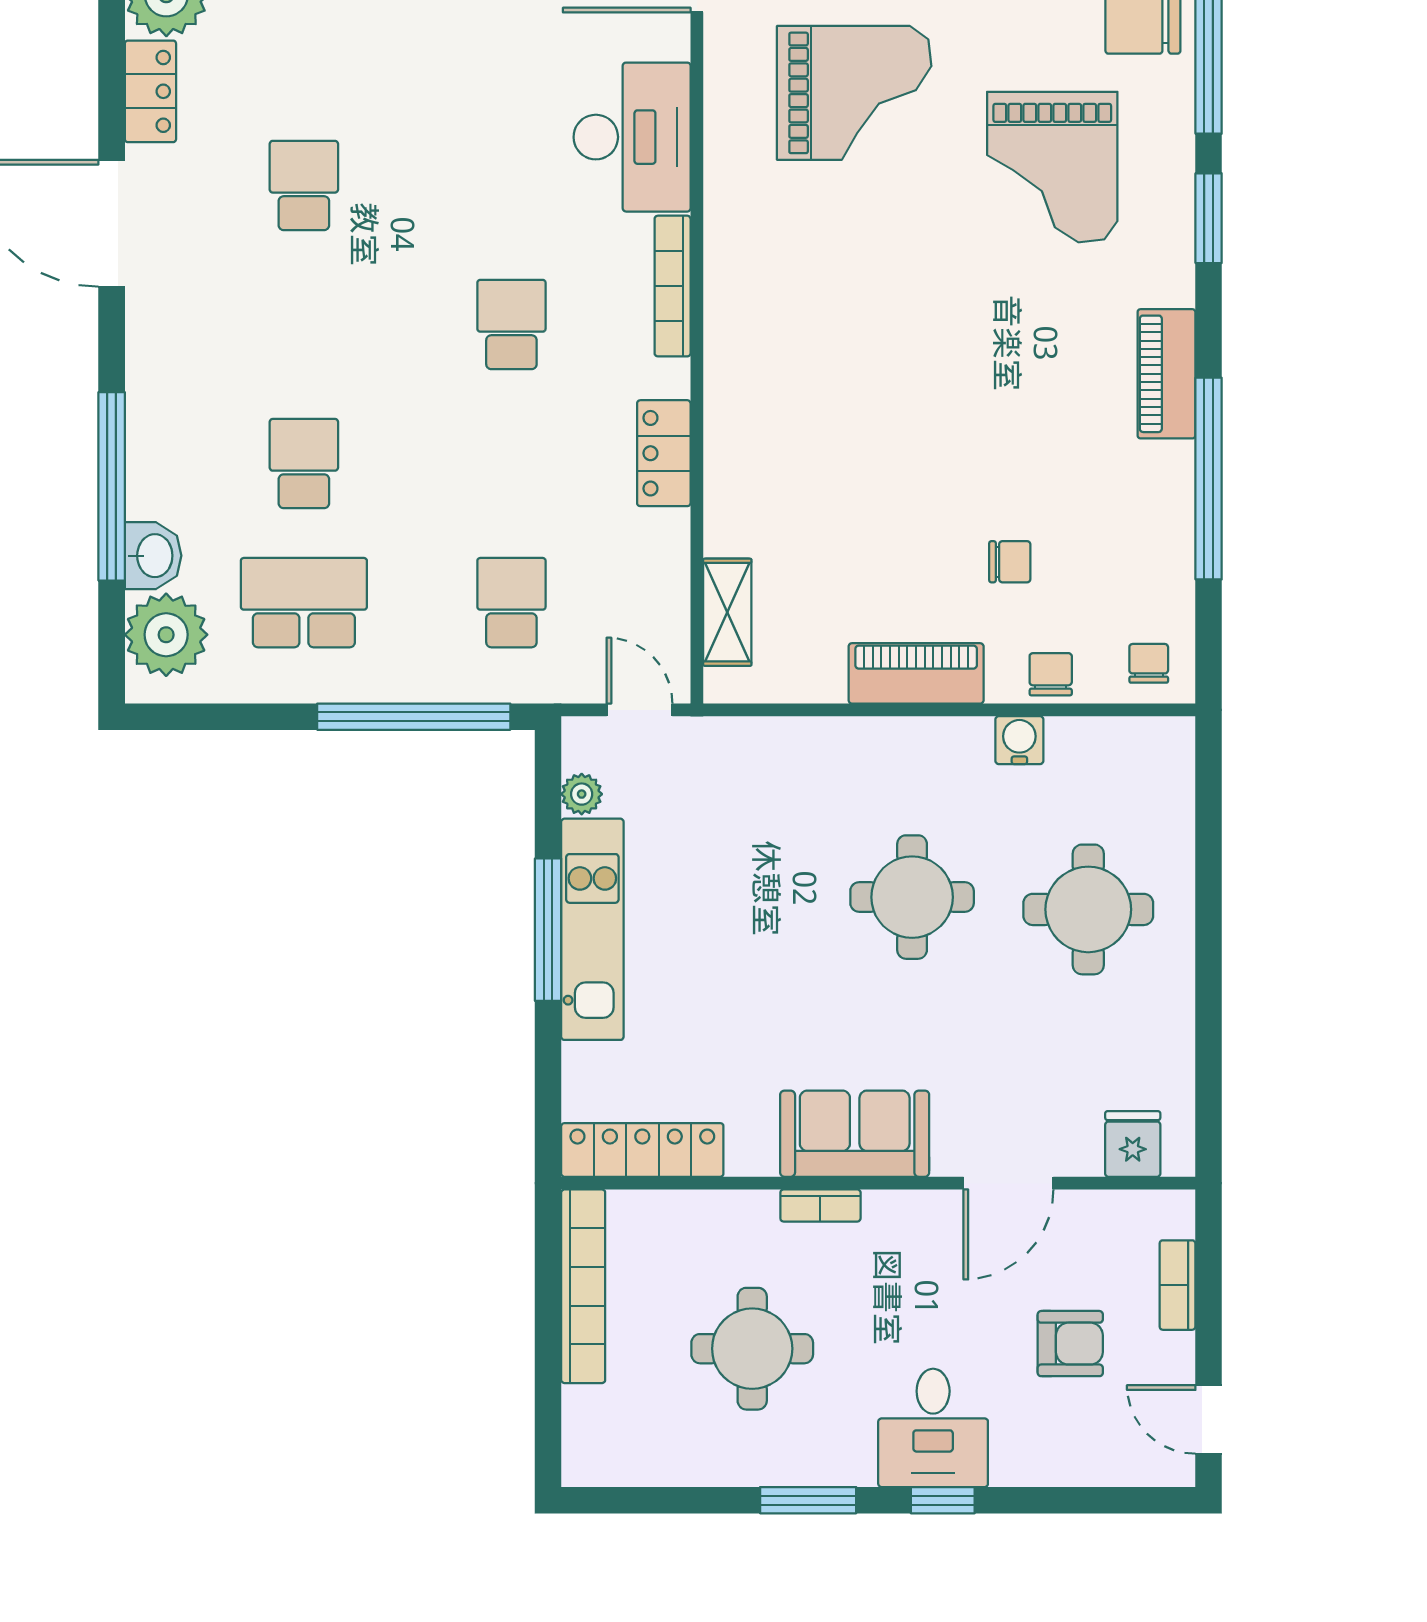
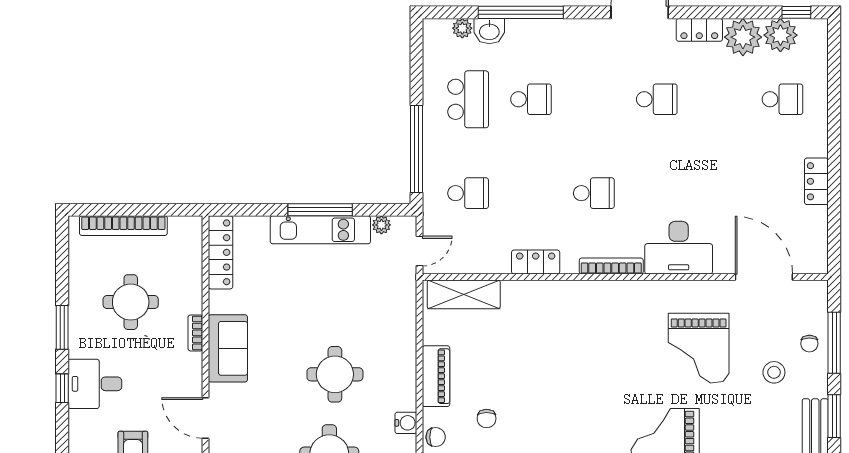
shelving: (727, 612) -> (464, 294), width x1.50, depth x1.33
plant: (166, 635) -> (462, 28), width x0.53, depth x0.53
bookcase: (583, 1286) -> (123, 226), moved

